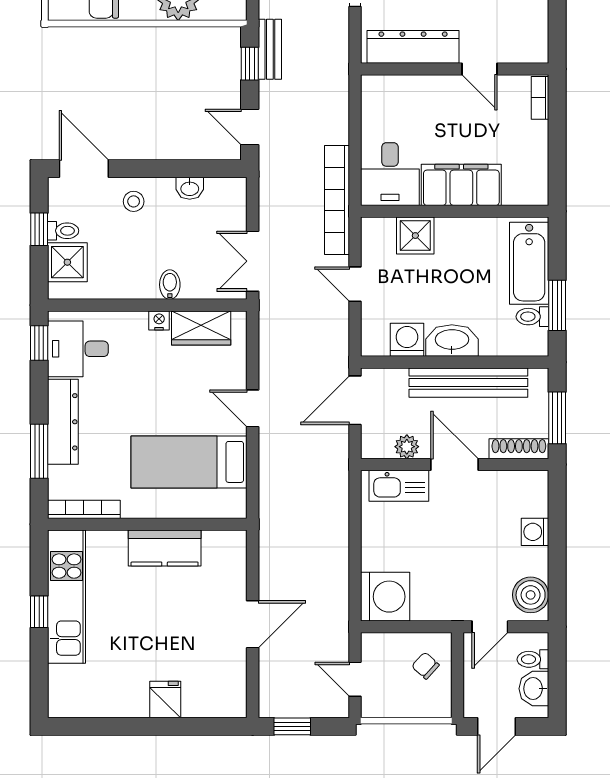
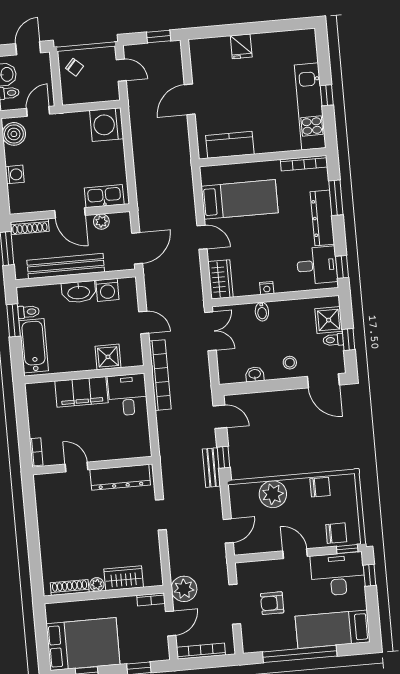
wardrobe: (201, 328) -> (220, 279), moved, turned 90
kitchen counter: (165, 548) -> (230, 145), moved
chair: (425, 666) -> (75, 67), moved

